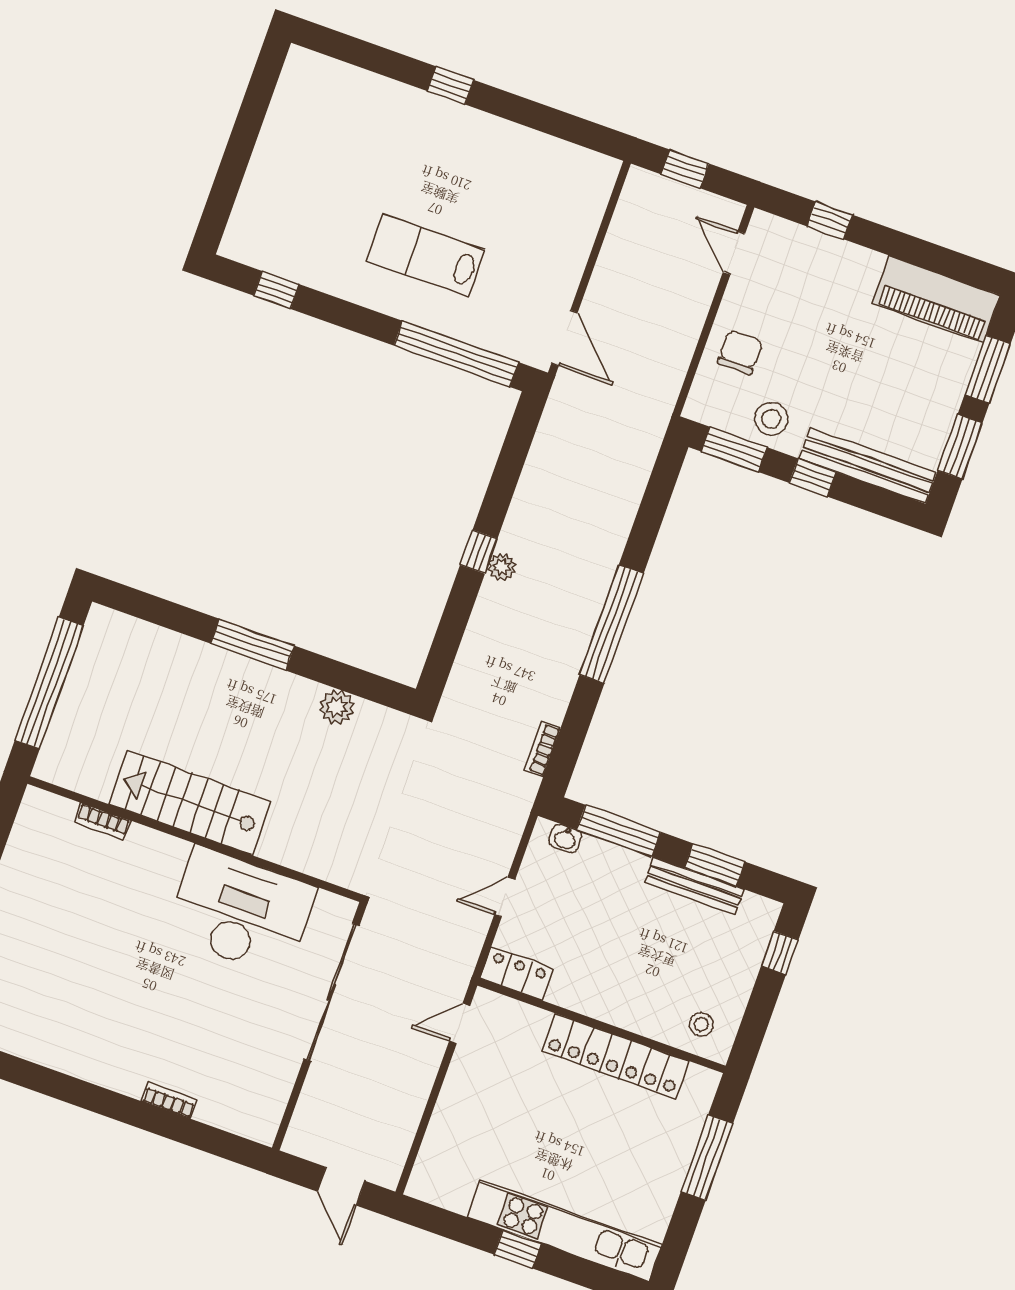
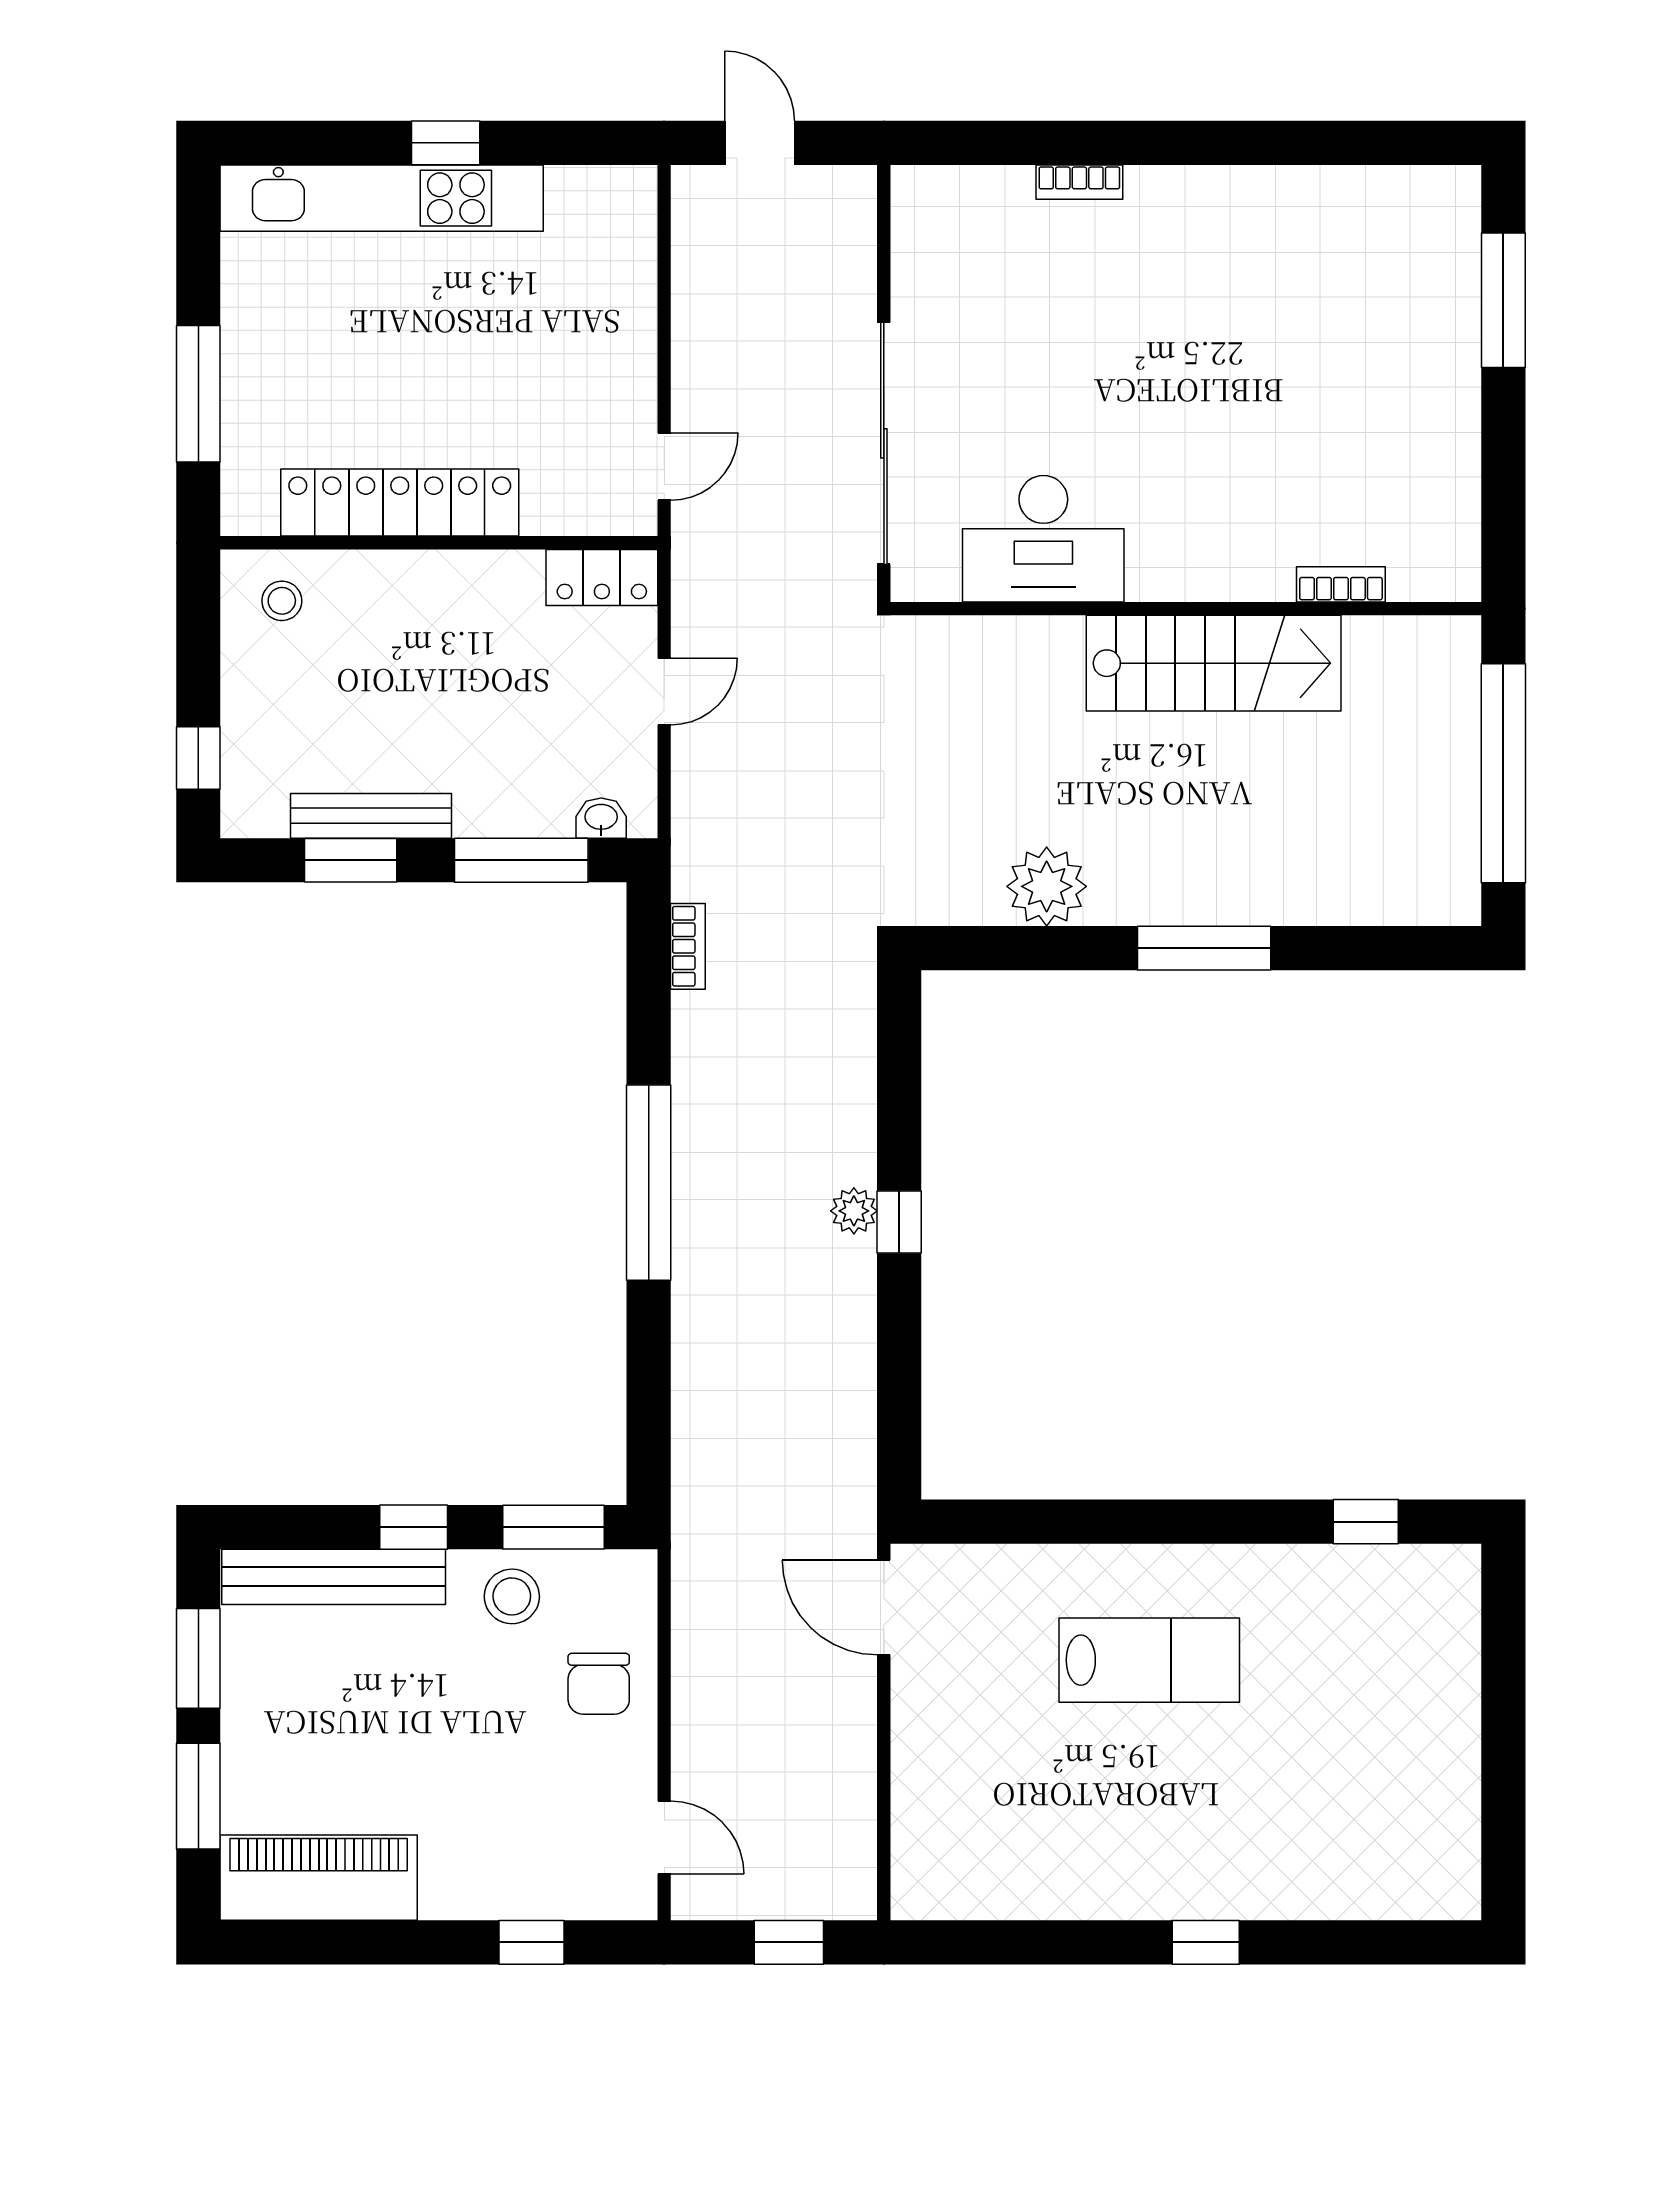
window: (456, 354) -> (1046, 1522), removed
plant: (337, 707) -> (1047, 886), width x1.36, depth x1.36
desk: (241, 912) -> (1043, 539), width x0.73, depth x0.77

